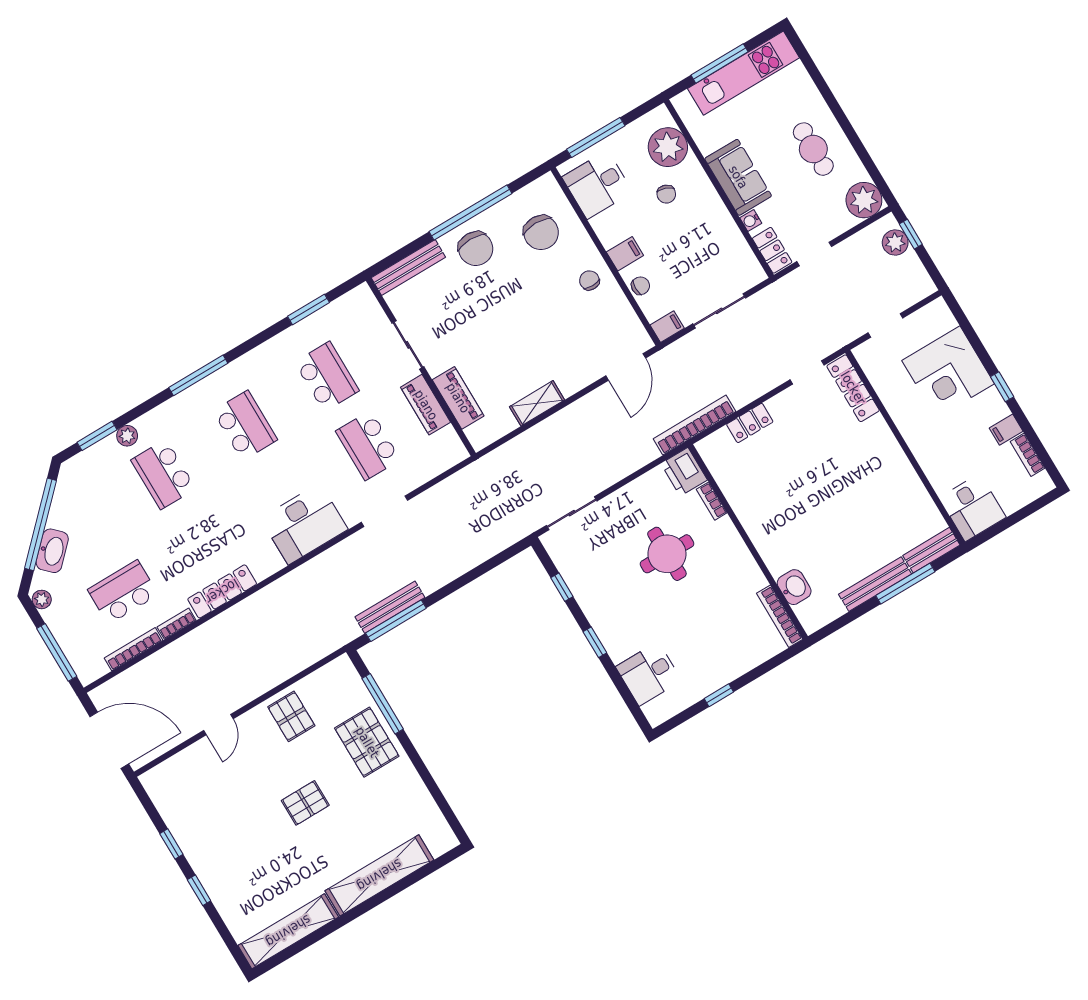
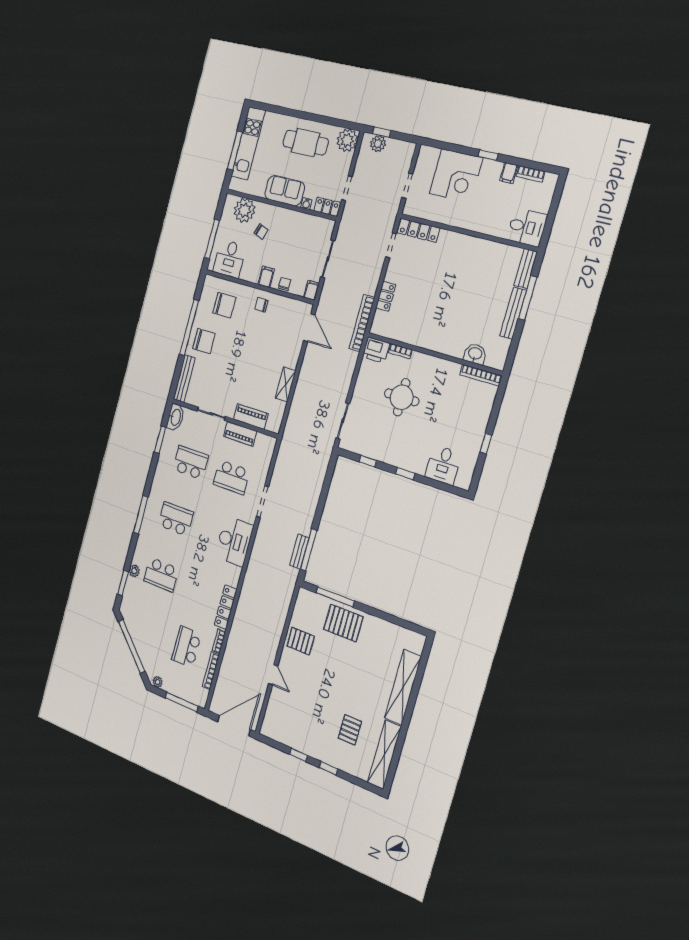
cafe table: (813, 149) -> (306, 143), width x1.37, depth x1.35
washbasin: (52, 551) -> (175, 417), moved, turned 45
bench: (390, 607) -> (299, 551), width x0.73
pallet: (305, 803) -> (350, 730), moved

